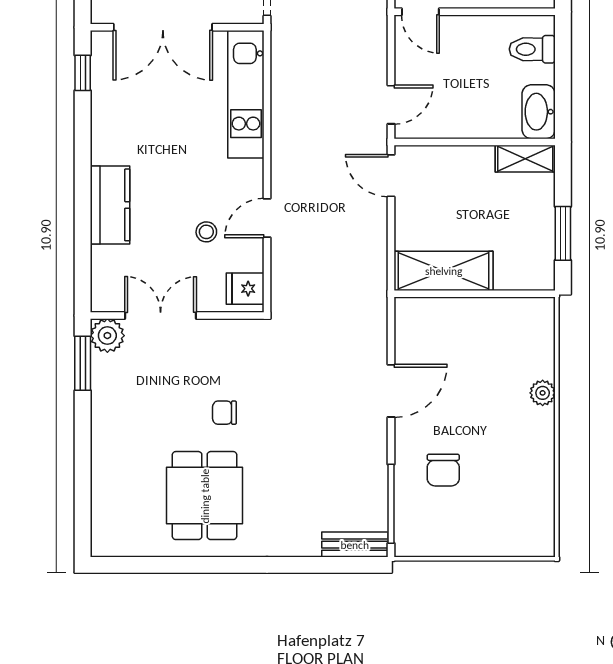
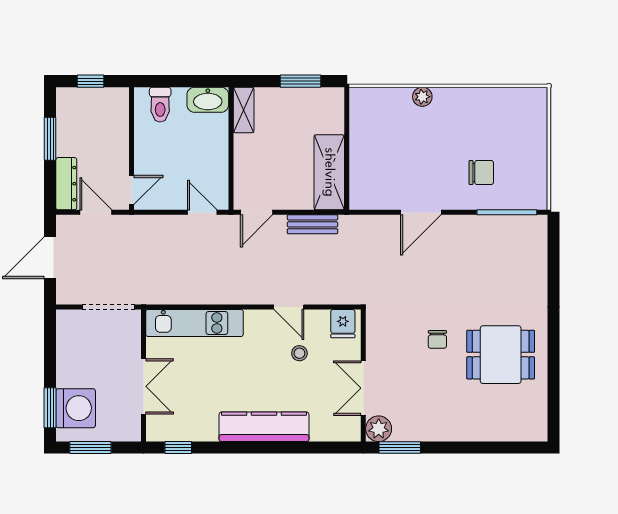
double door: (163, 27) -> (143, 386), width x0.73
kitchen counter: (110, 205) -> (264, 427), width x1.50
door: (391, 391) -> (421, 212), swing flipped
bench: (355, 545) -> (313, 224), moved, turned 90

